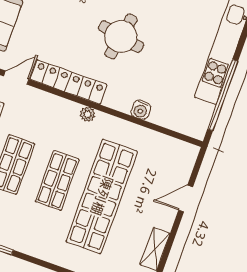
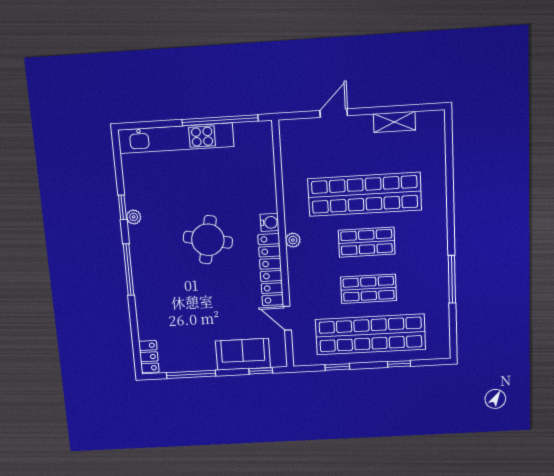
water cooler: (141, 110) -> (270, 222), moved
door: (186, 199) -> (334, 113), swing flipped

